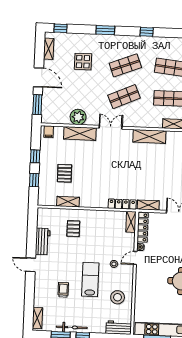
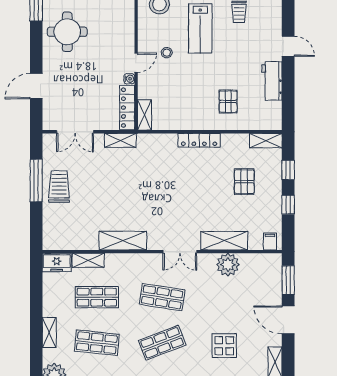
shop shelf: (124, 97) -> (162, 297), turned 33
shelving: (68, 202) -> (266, 141), moved
locker: (122, 204) -> (199, 140), moved

